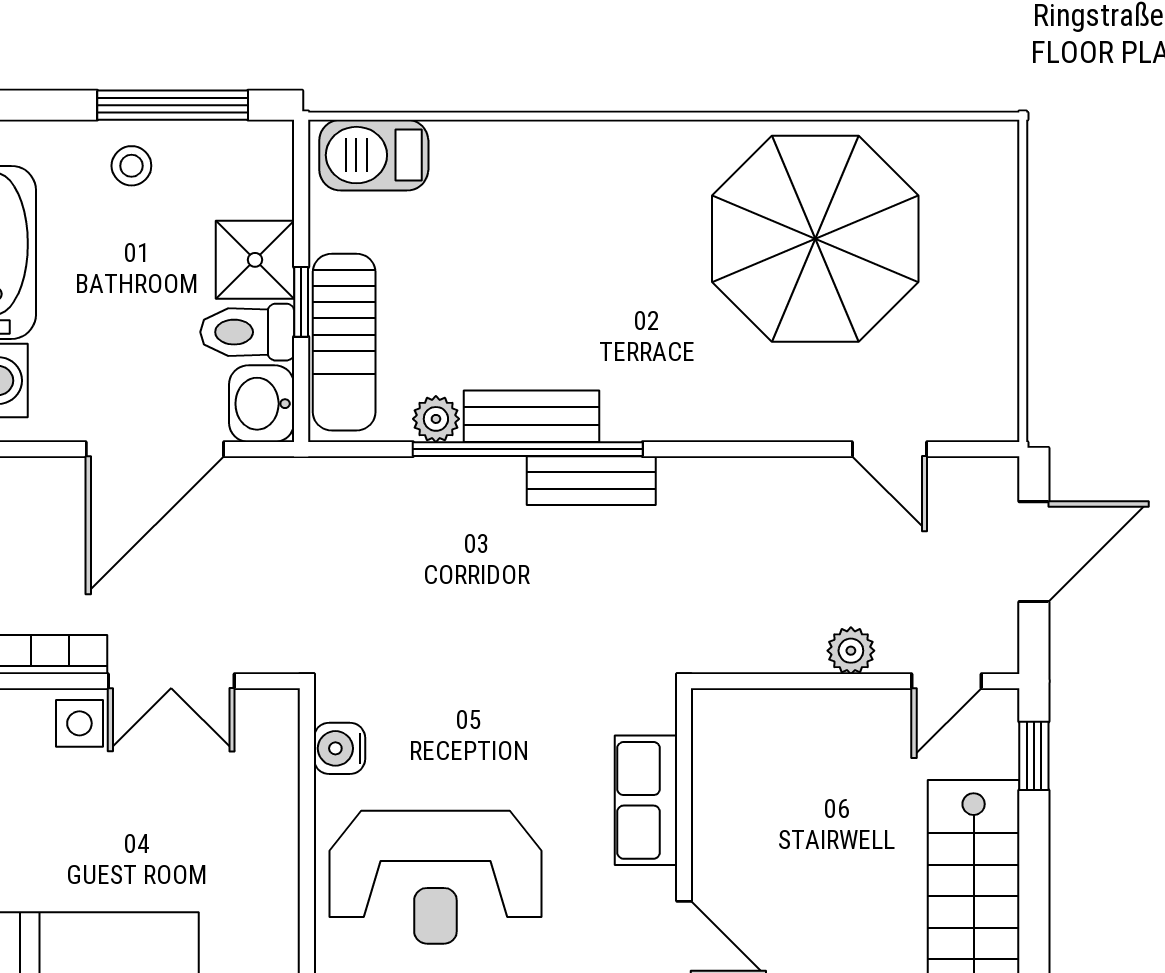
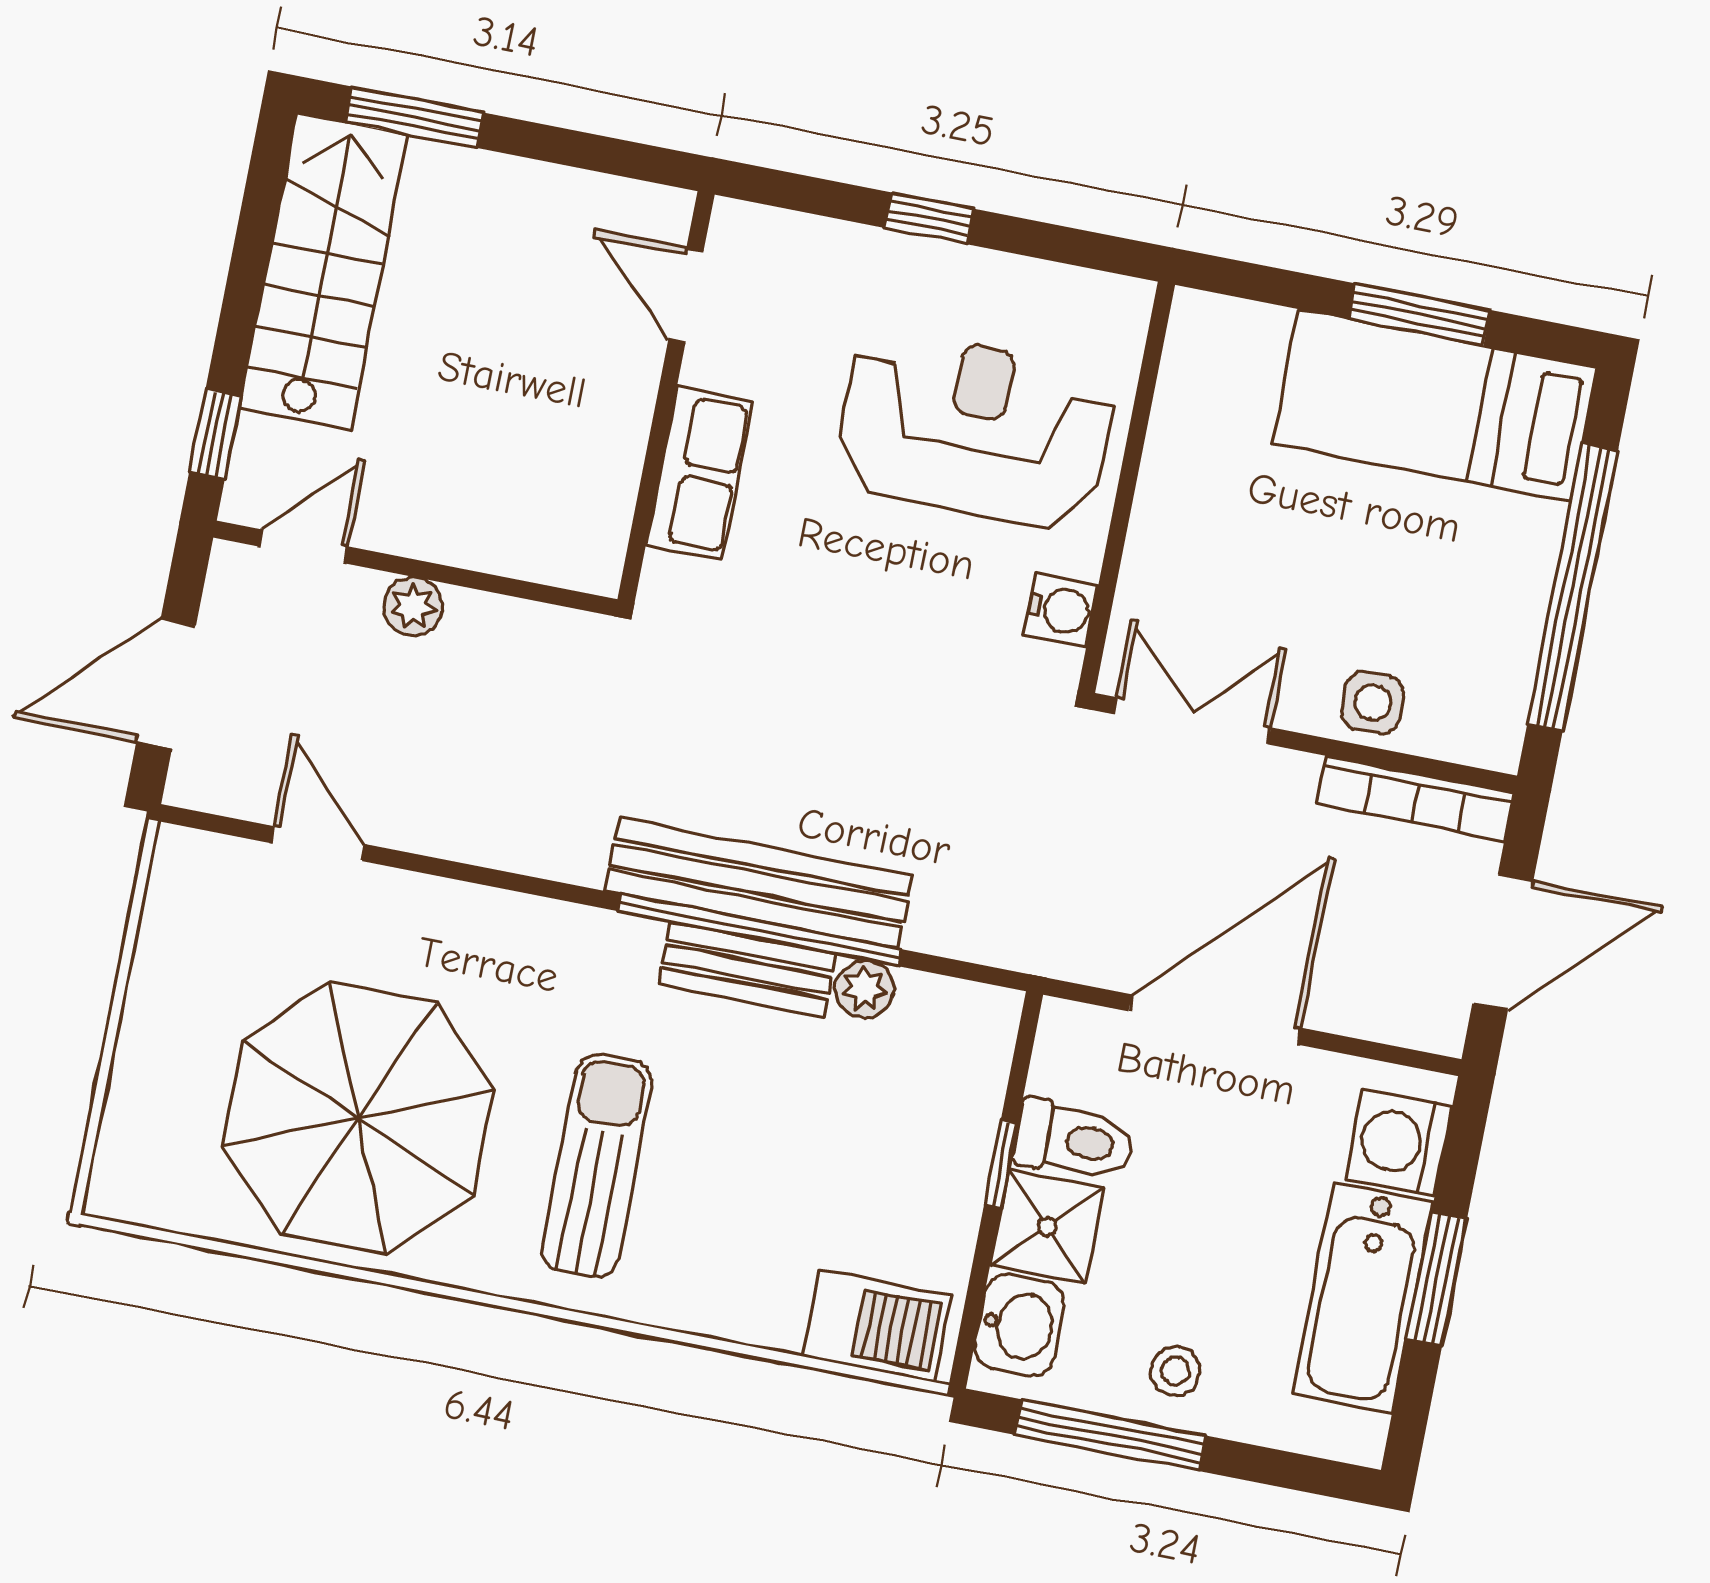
sun lounger: (344, 342) -> (597, 1166), moved
washbasin: (262, 404) -> (1019, 1325), moved
bench: (591, 481) -> (759, 883), width x1.86, depth x1.21
double door: (171, 681) -> (1192, 721), moved

